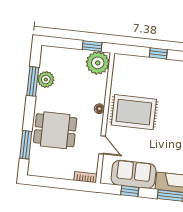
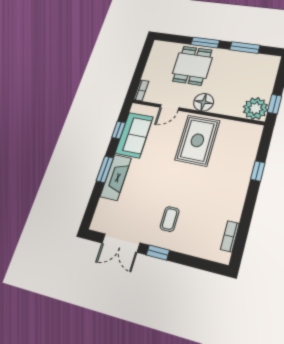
plant: (46, 79) -> (245, 59), removed
floor lamp: (99, 109) -> (204, 102), width x1.89, depth x1.89
window: (26, 145) -> (205, 42), moved

